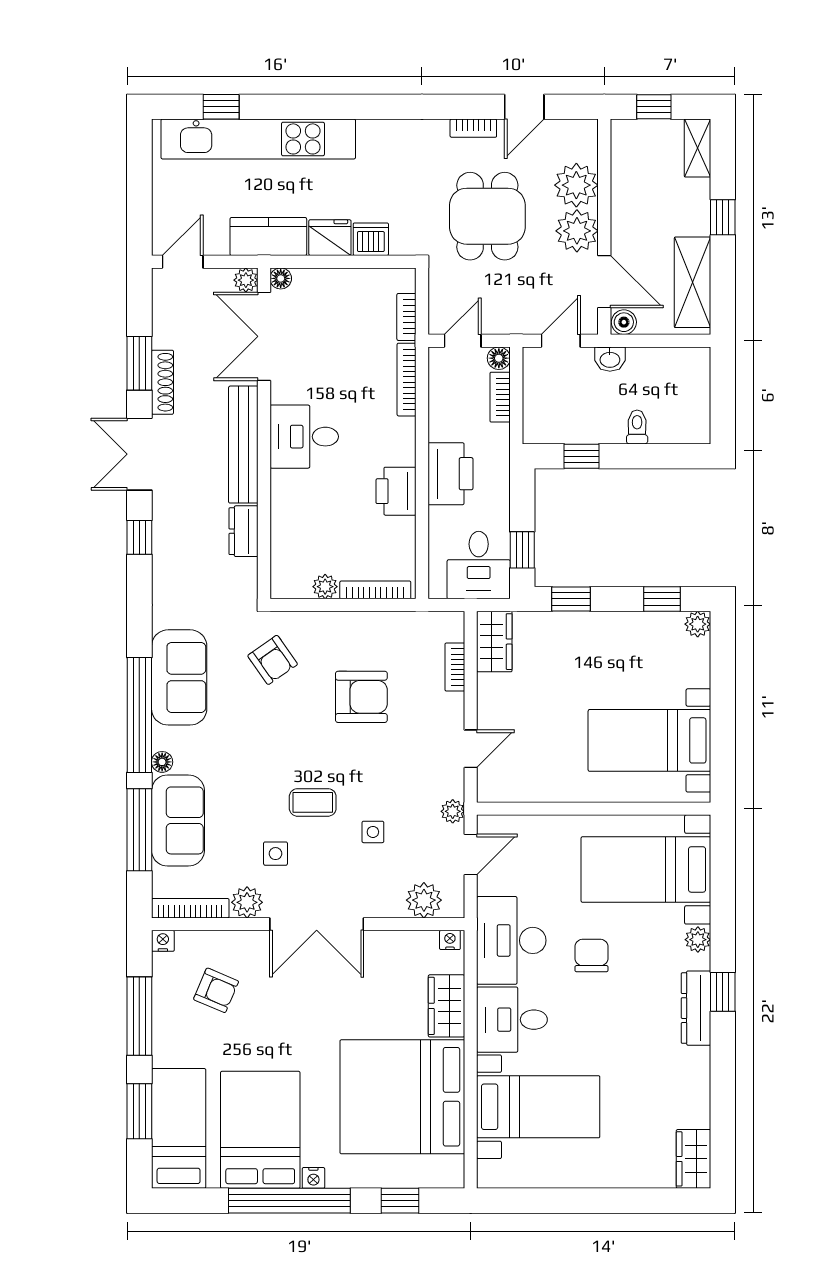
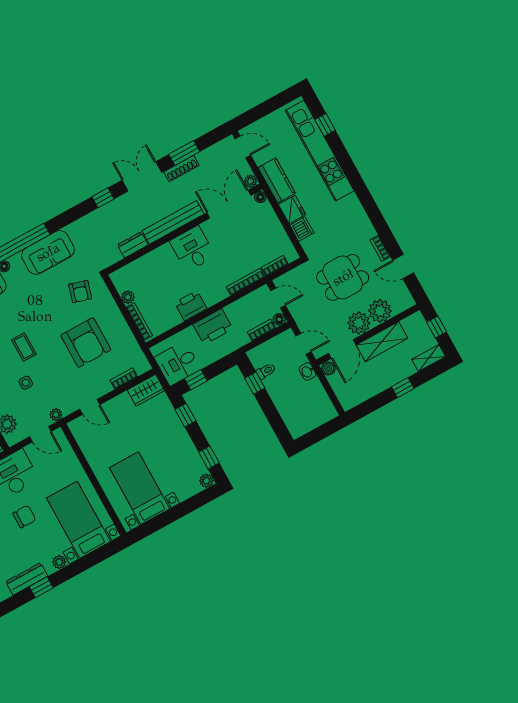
shelving: (692, 282) -> (382, 342), moved
toilet: (637, 427) -> (266, 371), moved
armchair: (273, 660) -> (80, 292), turned -39
armchair: (361, 697) -> (86, 342), width x1.36, depth x1.36

